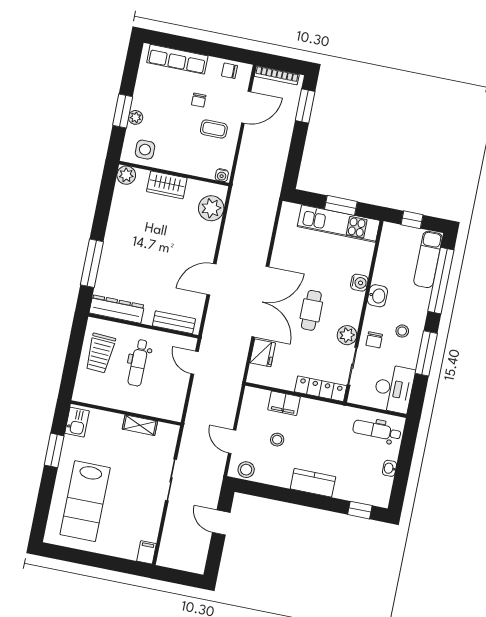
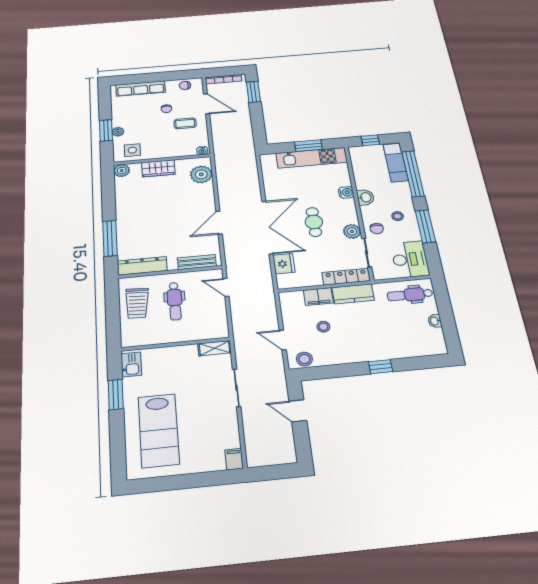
door: (246, 107) -> (206, 104), hinge flipped
shelving: (140, 425) -> (214, 348), moved
kitchen counter: (313, 483) -> (353, 294), moved, turned 180
window: (360, 510) -> (380, 367), moved

